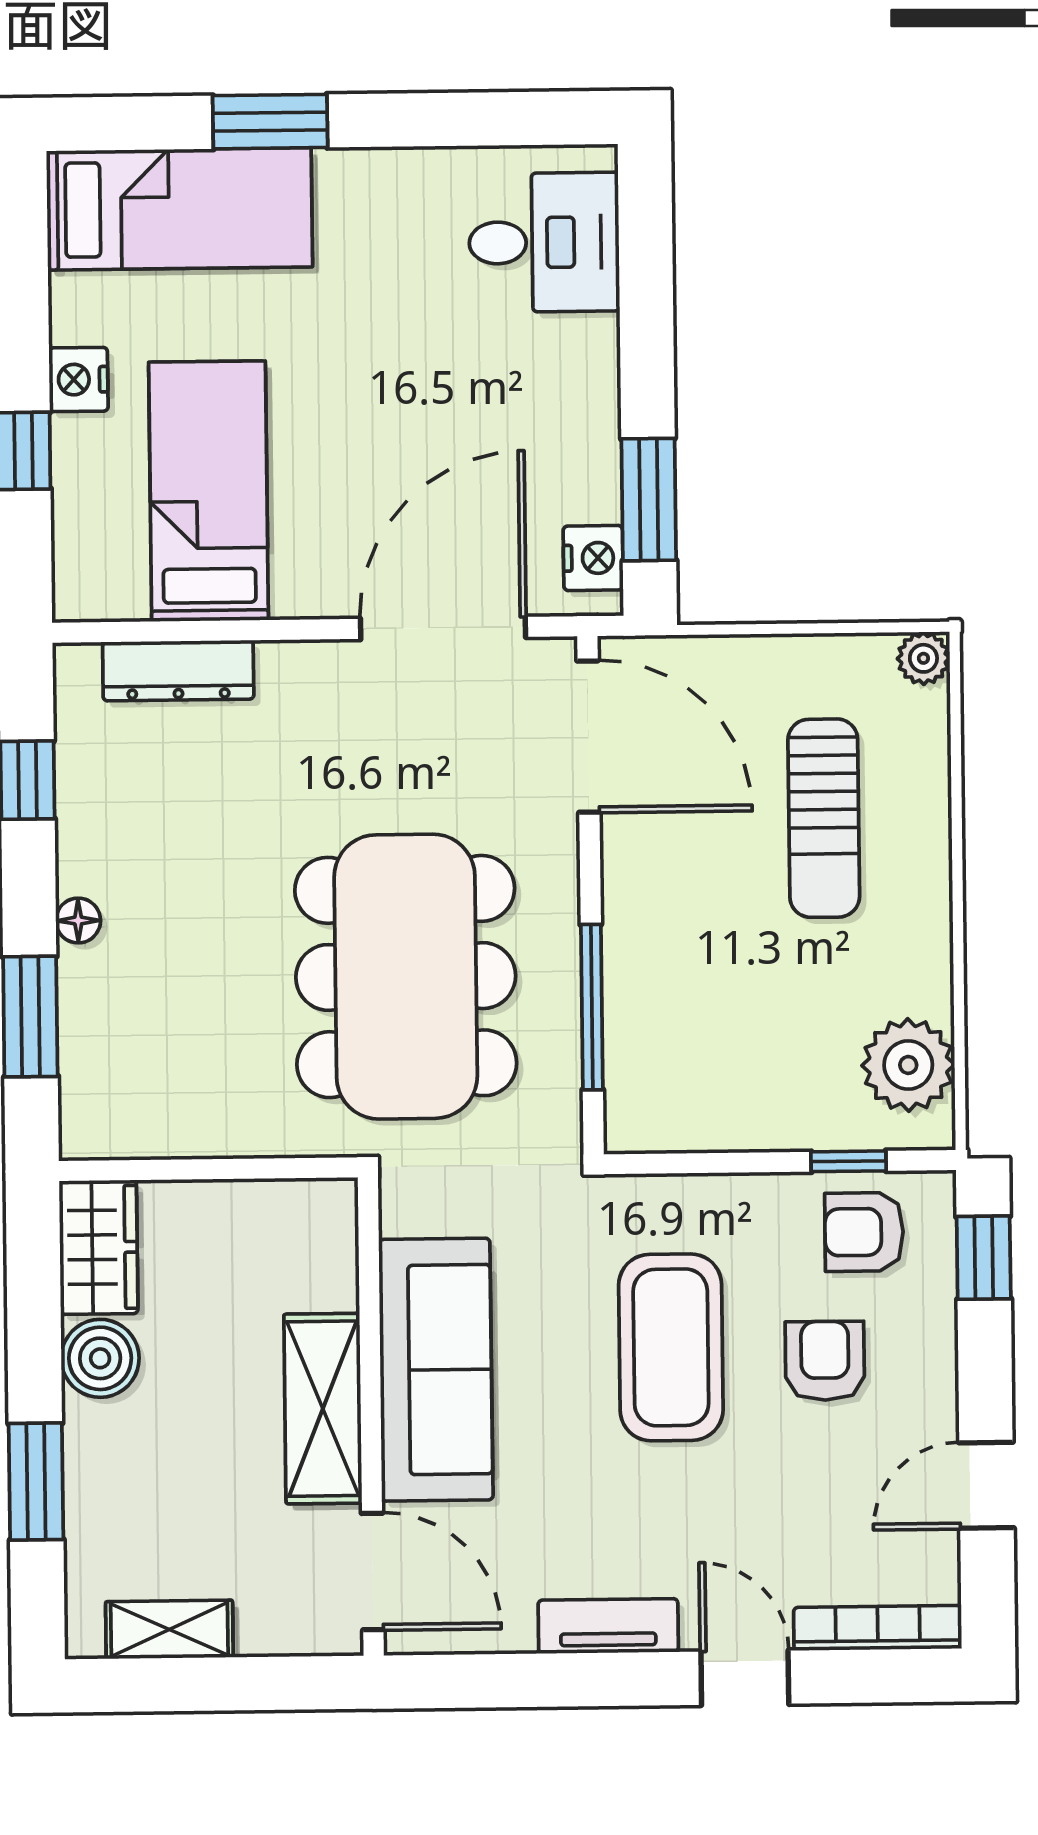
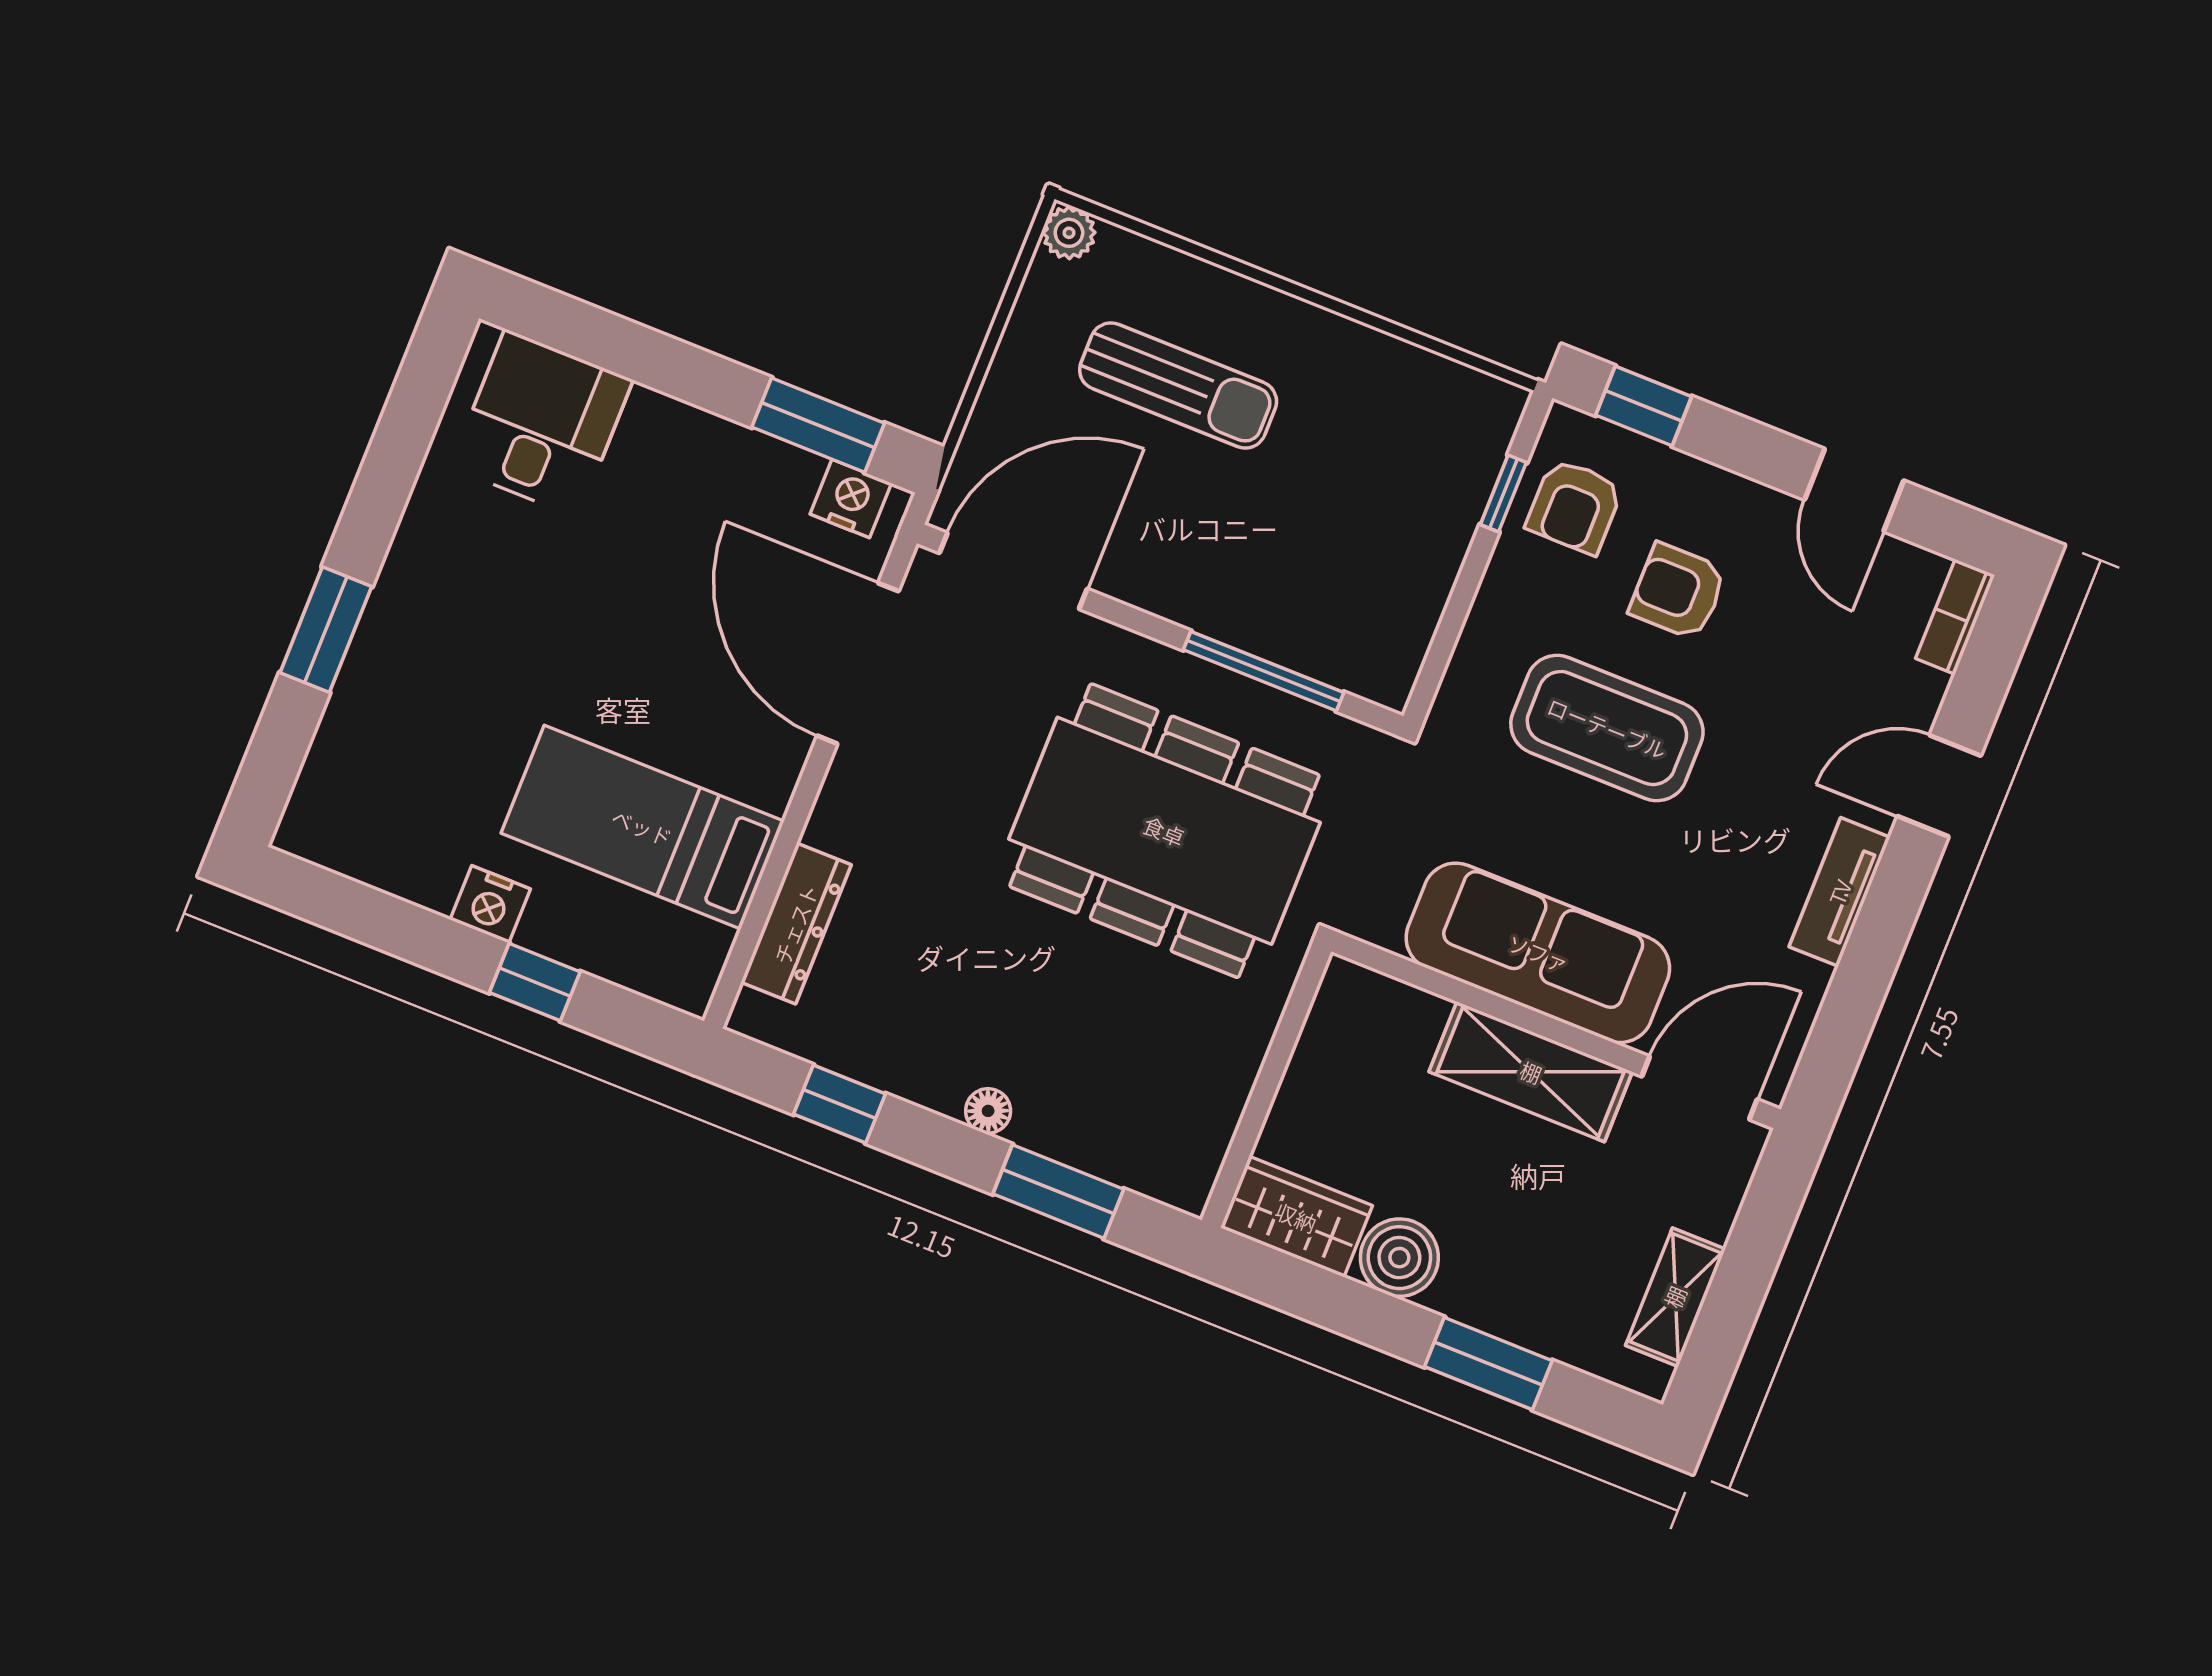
bed: (179, 209) -> (372, 746), removed
plant: (908, 1065) -> (1437, 402), removed
bookcase: (878, 1628) -> (1955, 617), width x0.64

